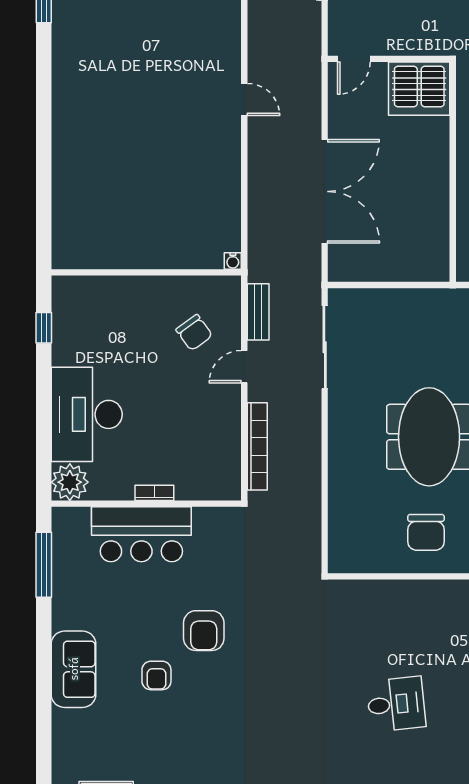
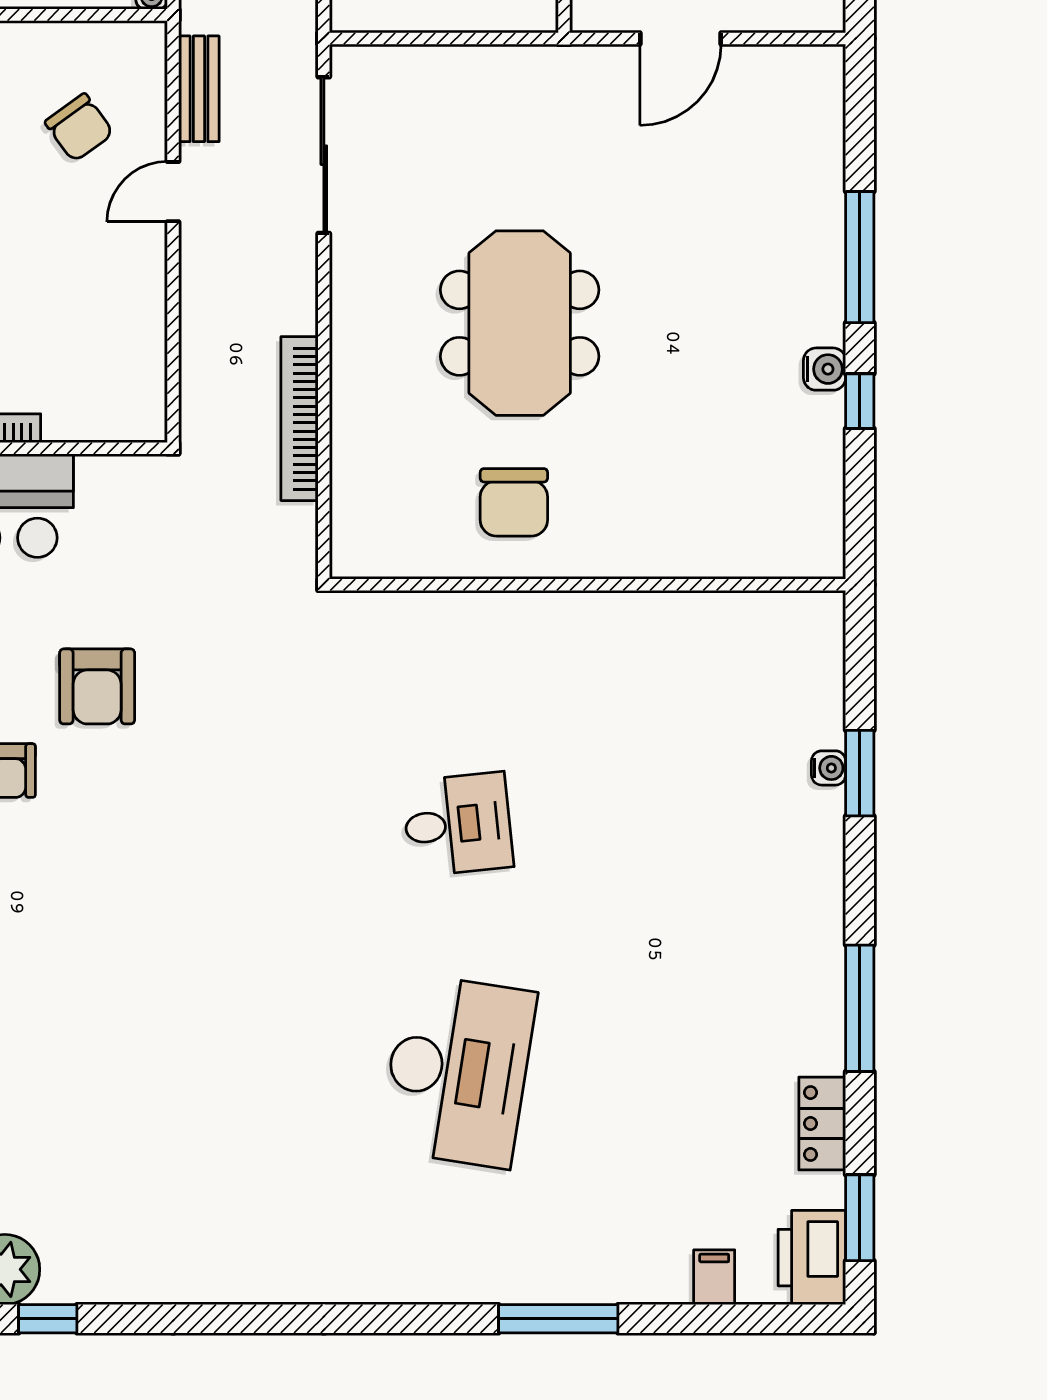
bookcase: (257, 446) -> (300, 419), moved, turned 180

